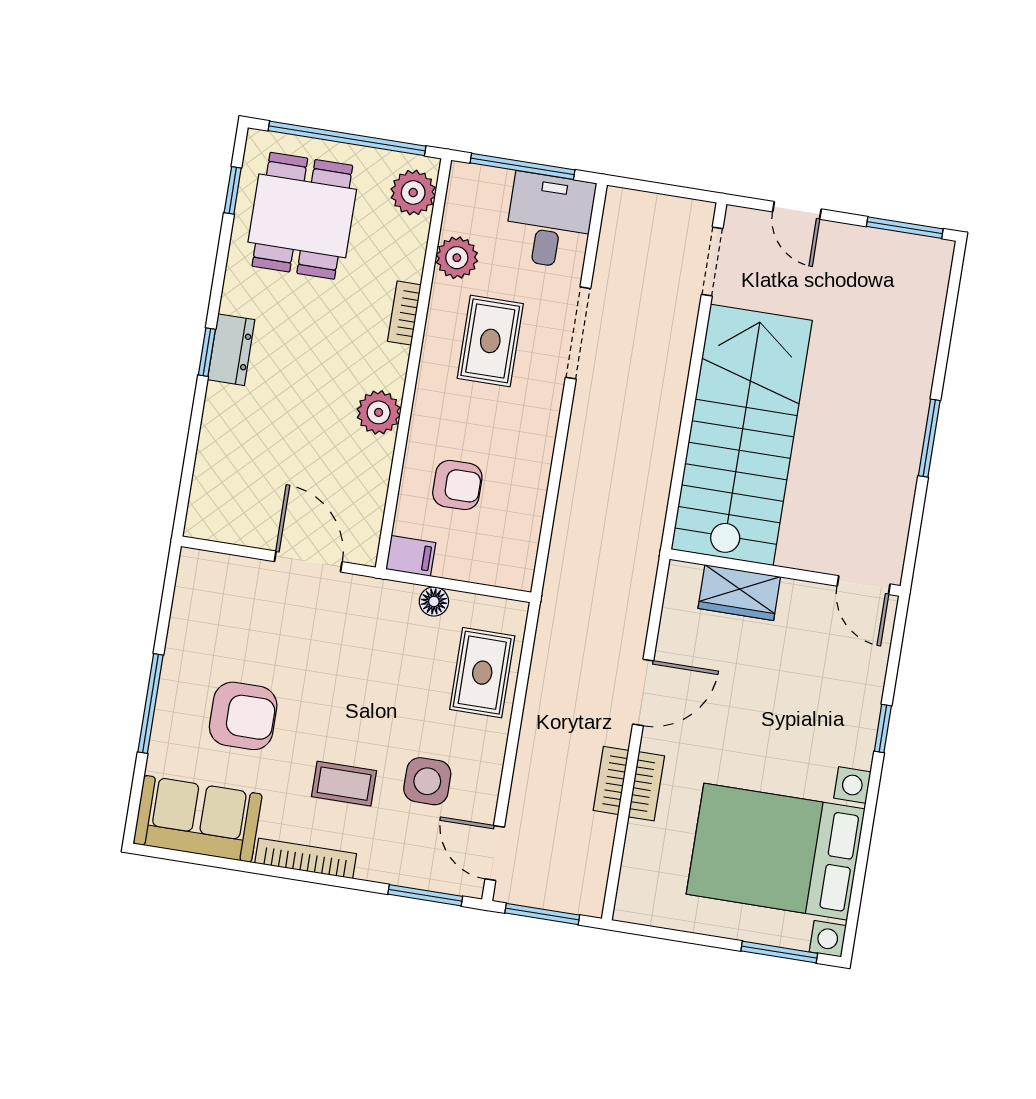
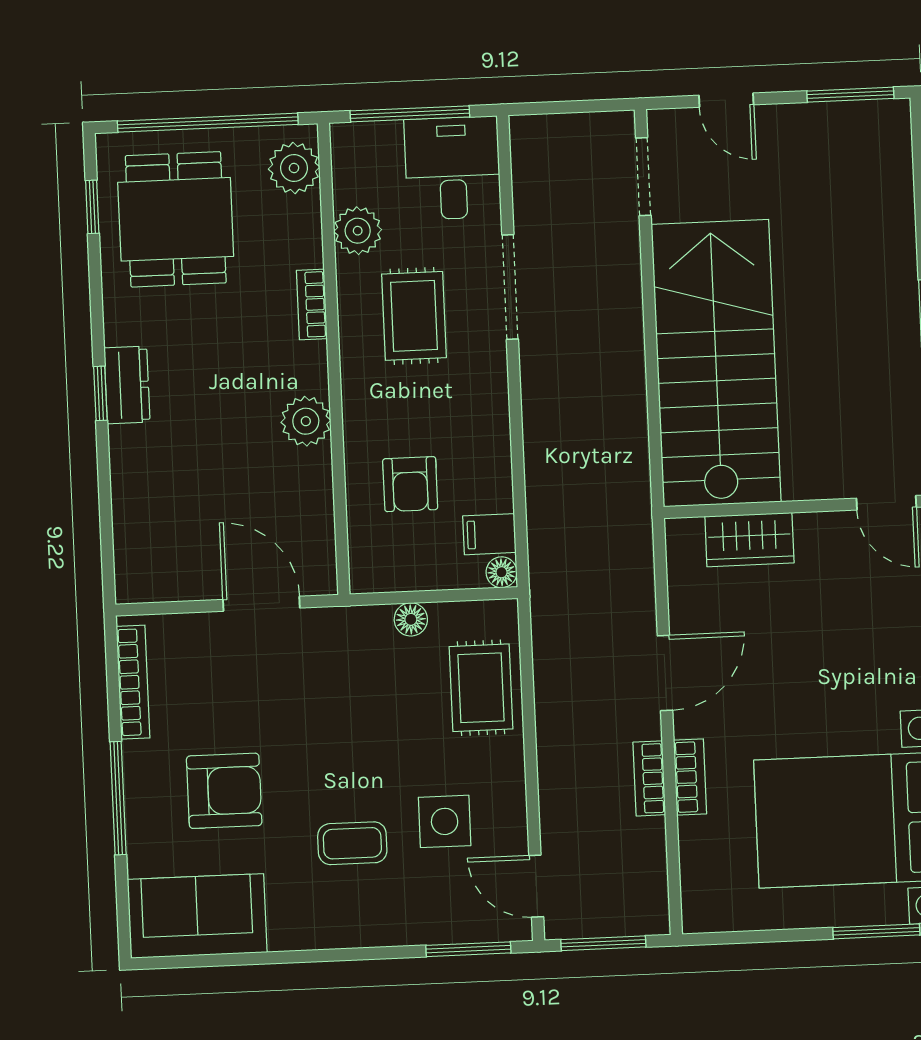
armchair: (457, 485) -> (410, 484), turned 90
filing cabinet: (411, 556) -> (489, 534), moved, turned 180
floor lamp: (520, 577) -> (502, 572), added
bookcase: (306, 858) -> (133, 682), moved, turned 90

